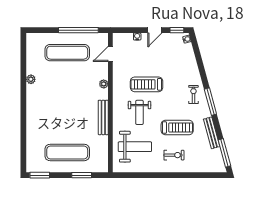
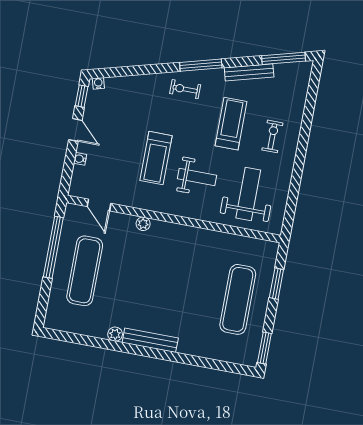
bench: (103, 117) -> (150, 340), moved

